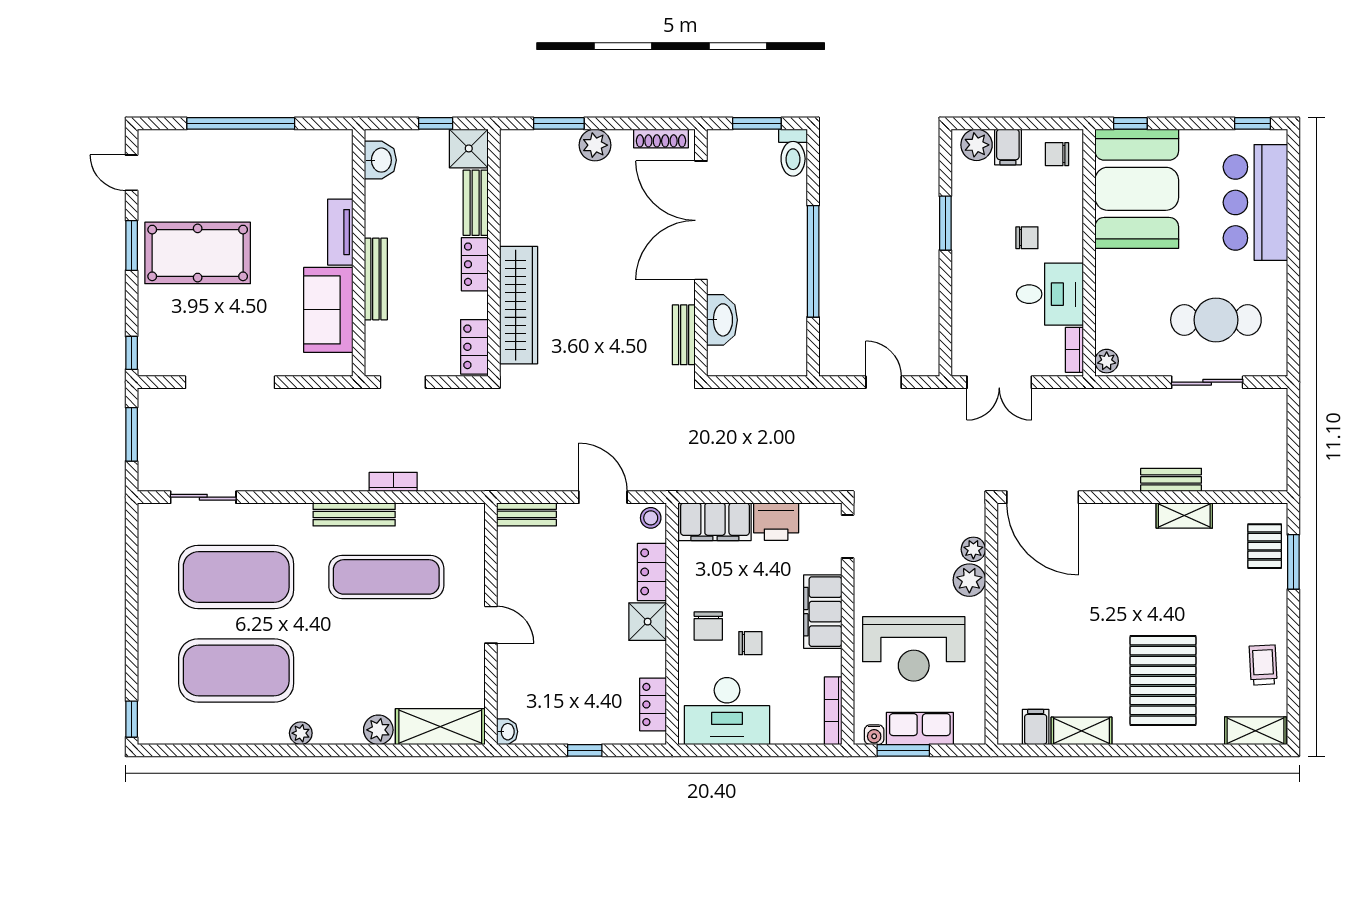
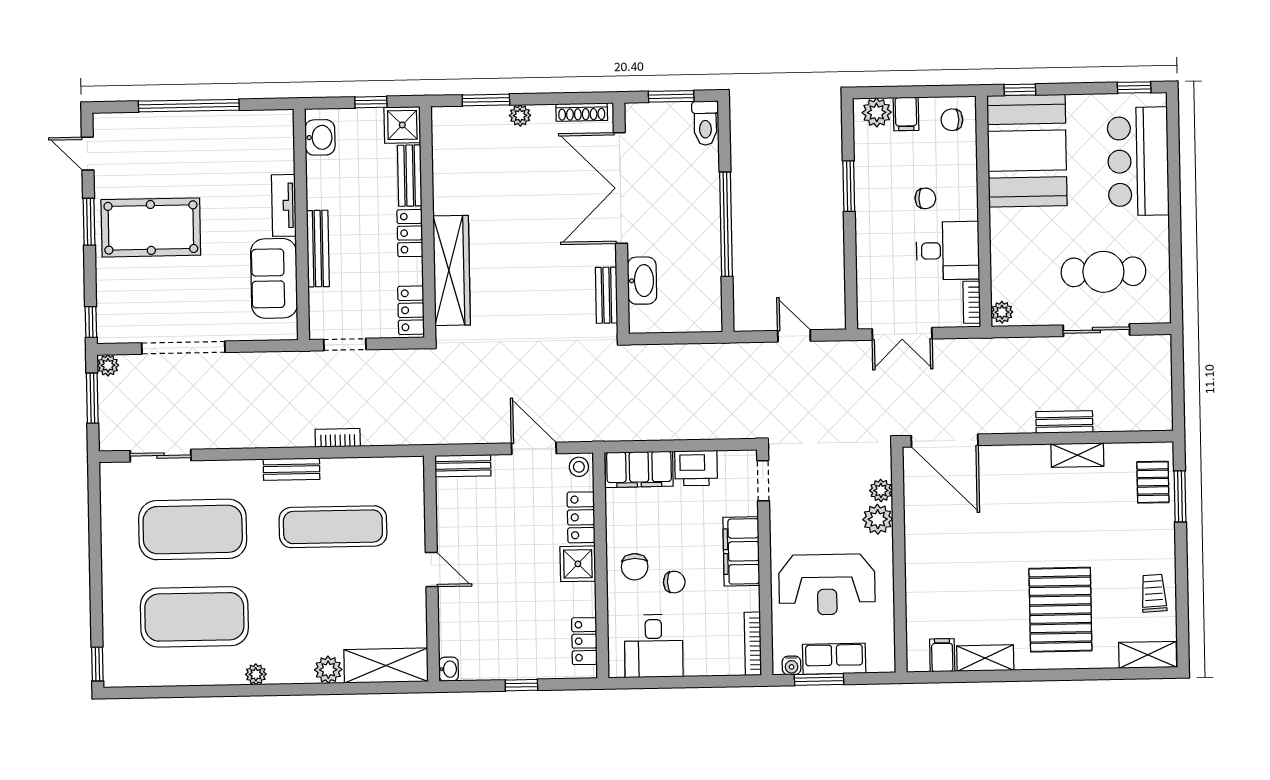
plant: (595, 145) -> (520, 115), width x0.73, depth x0.73
plant: (149, 400) -> (108, 365), added
bench: (354, 514) -> (291, 469), width x0.73
desk: (727, 711) -> (654, 646), width x0.73

